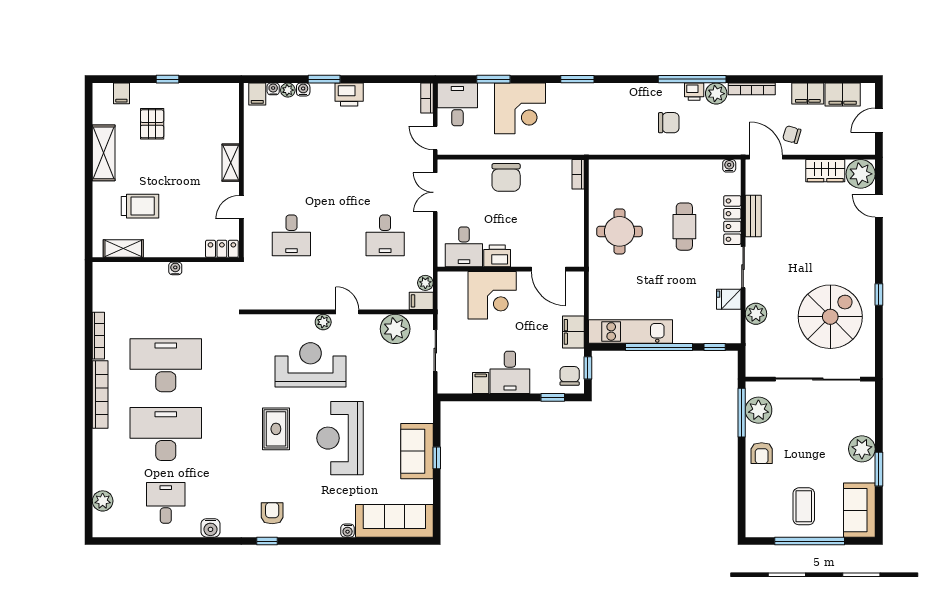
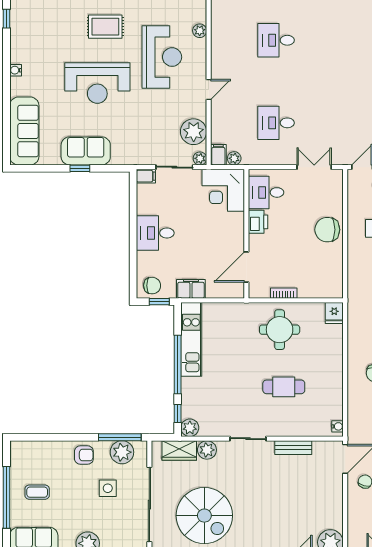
wardrobe: (825, 171) -> (179, 450), moved, turned -90
bookcase: (578, 174) -> (284, 293), moved
locker: (732, 220) -> (290, 429), removed
corner desk: (492, 295) -> (223, 190), moved
fridge: (729, 299) -> (334, 313), moved, turned 180
plant: (323, 322) -> (200, 31), moved
plant: (425, 322) -> (200, 158), added
plant: (731, 333) -> (190, 428), added
filing cabinet: (481, 383) -> (146, 176), moved
window: (553, 397) -> (133, 271), removed
side table: (799, 426) -> (108, 488), added
reception desk: (340, 438) -> (97, 83), turned 180
armchair: (762, 453) -> (84, 455), turned 180
coffee table: (804, 506) -> (37, 492), width x0.73, depth x0.77
armchair: (272, 513) -> (31, 23), removed
water cooler: (348, 531) -> (16, 70), moved

